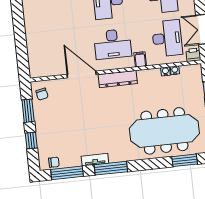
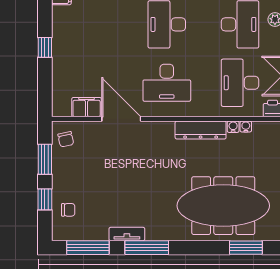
window: (19, 27) -> (45, 47), added
desk: (167, 38) -> (240, 83), turned 180
filing cabinet: (140, 59) -> (87, 107), moved, width x2.00
dresser: (118, 79) -> (201, 130), moved
chair: (54, 162) -> (68, 210), moved

